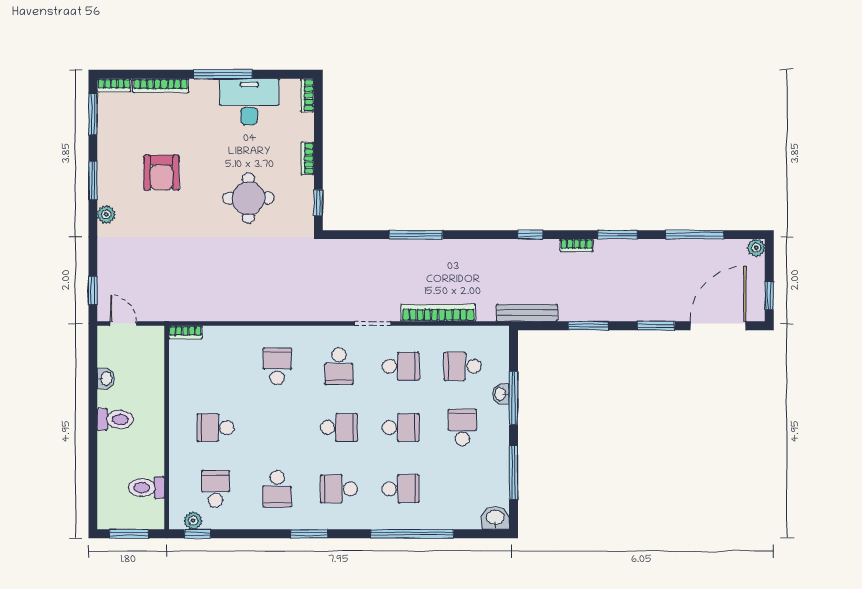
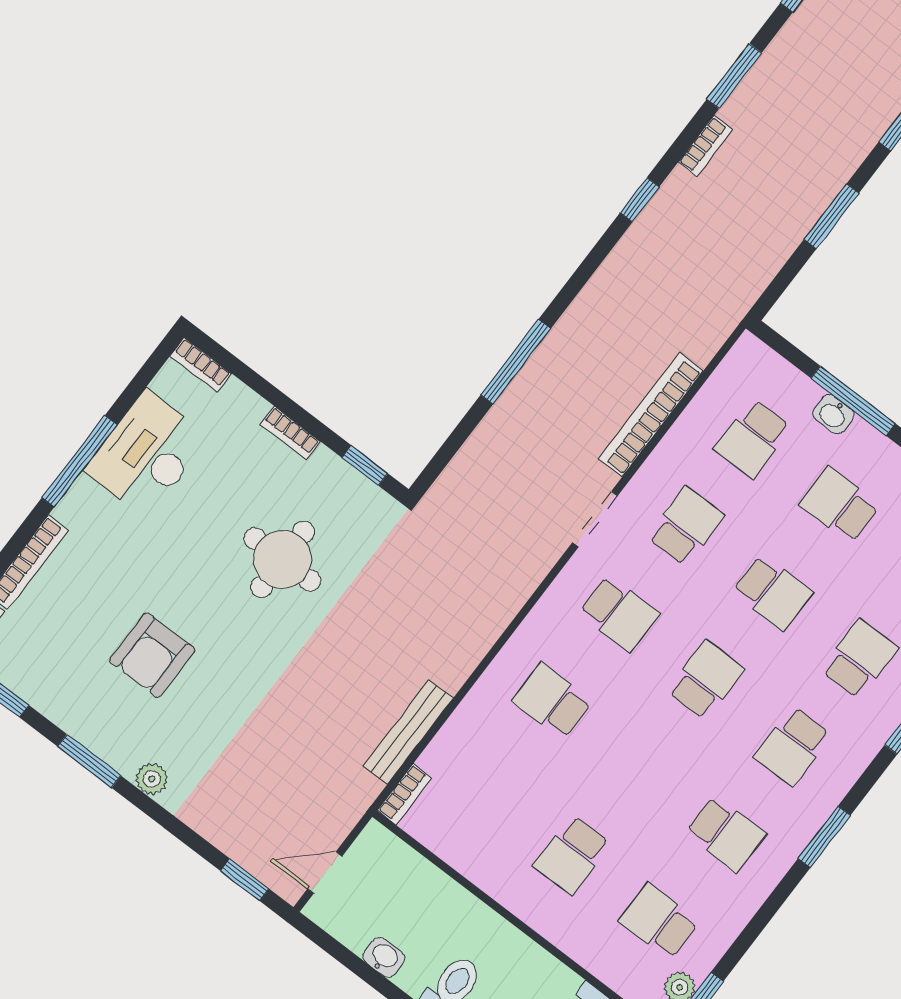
armchair: (161, 173) -> (152, 655), turned 90
bench: (527, 313) -> (408, 732), moved
school desk: (401, 428) -> (773, 592), turned 90

